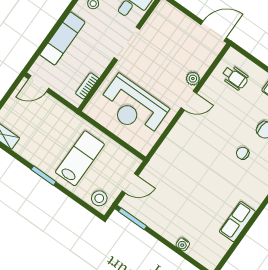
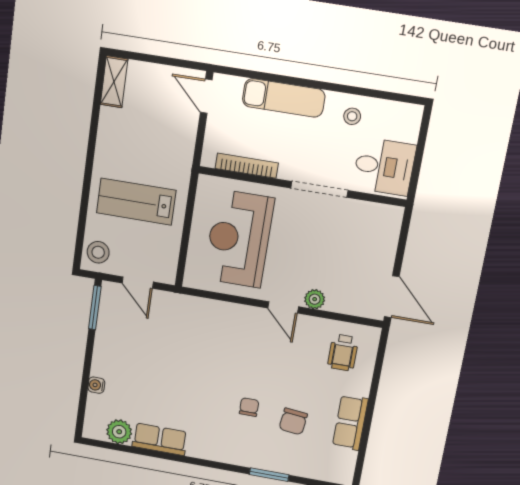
bookcase: (87, 86) -> (247, 166), width x1.56
lab bench: (80, 158) -> (136, 202), turned 180
window: (44, 176) -> (89, 165), removed
plant: (220, 246) -> (119, 432), added

